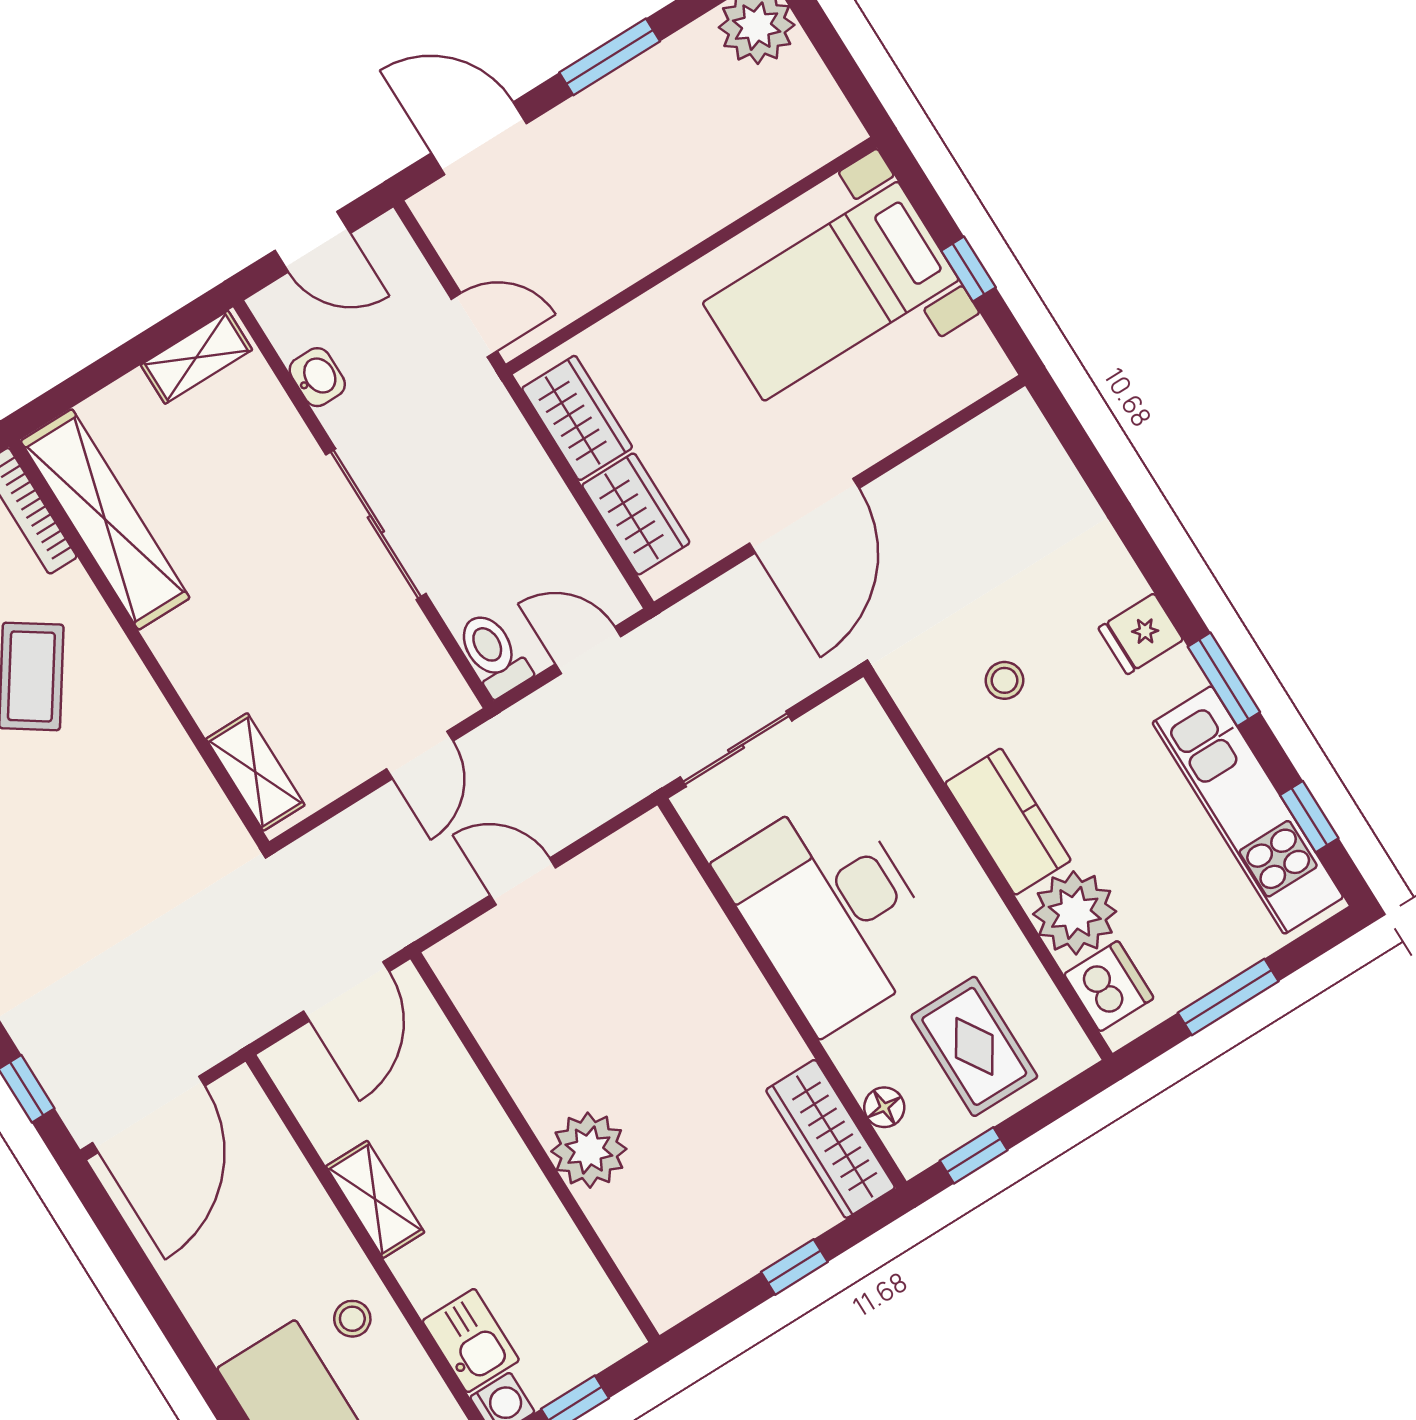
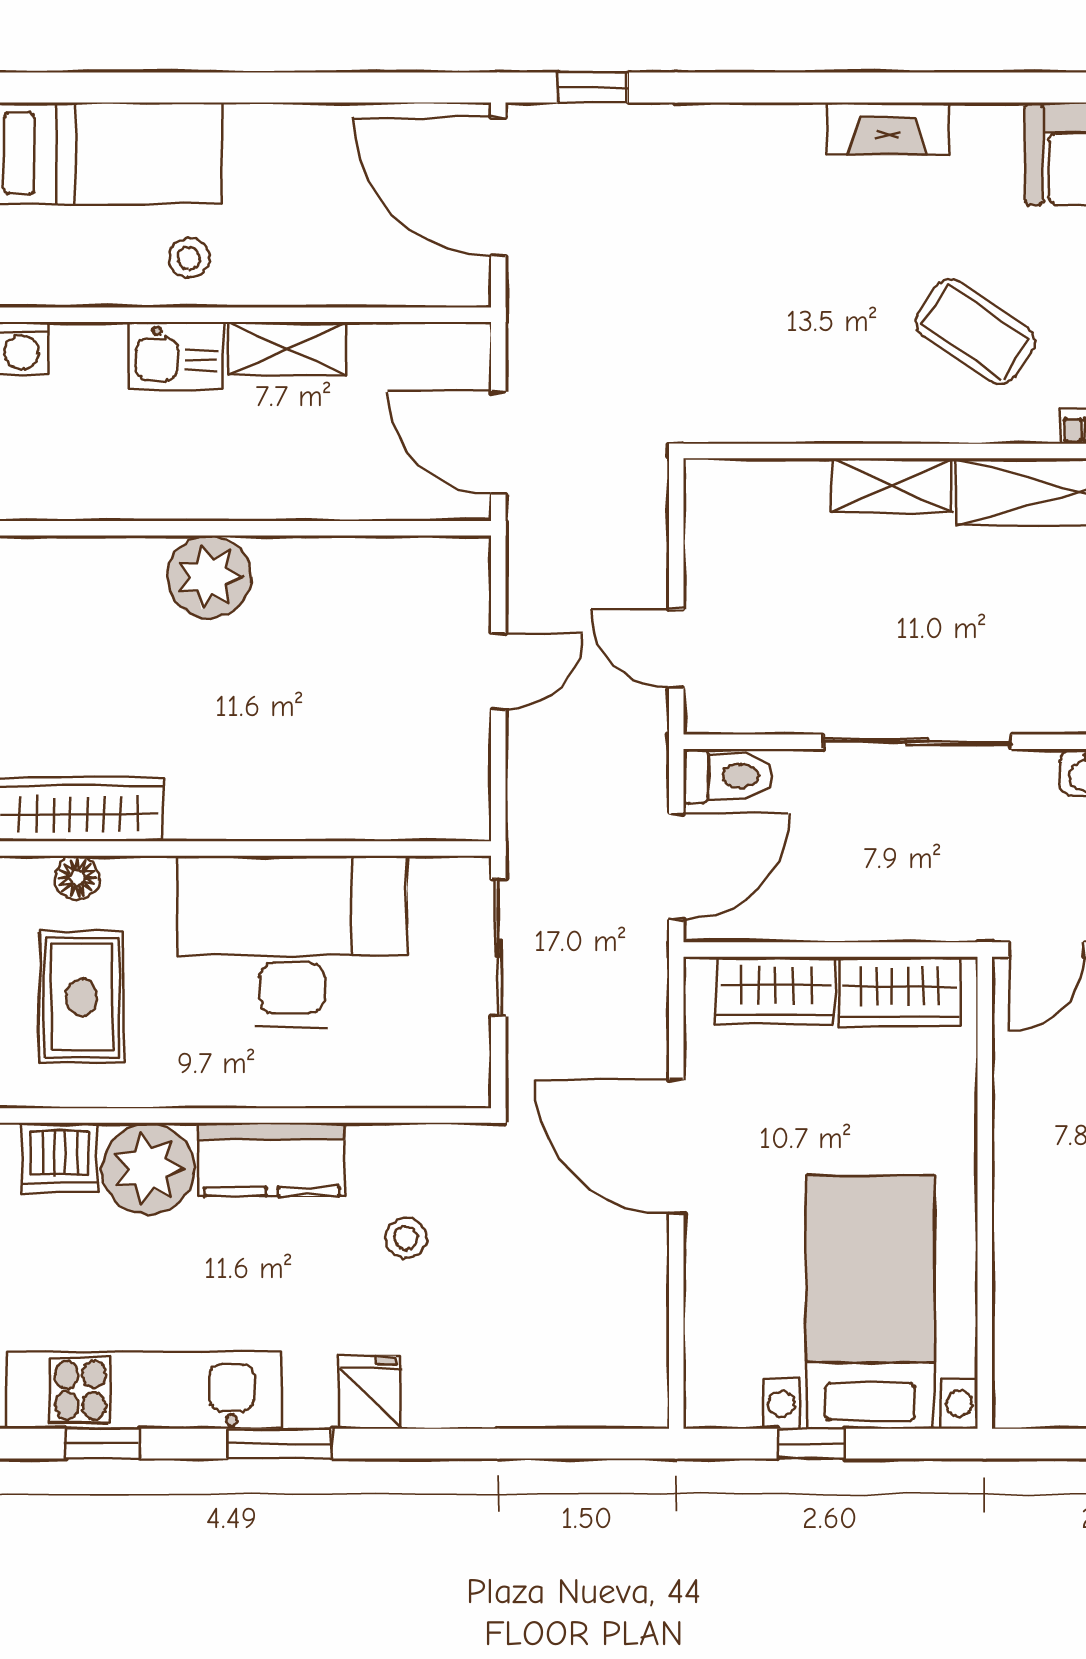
door: (588, 650) -> (676, 867), width x1.38
shelving: (255, 772) -> (892, 485), moved
rug: (974, 1046) -> (82, 997), turned 90
kitchen sink: (471, 1341) -> (176, 356), moved

